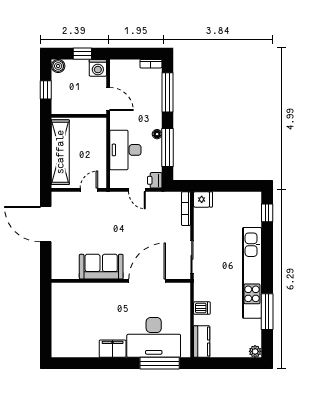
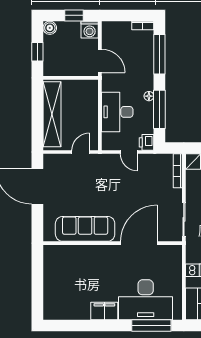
sofa: (101, 267) -> (85, 229), width x1.36

